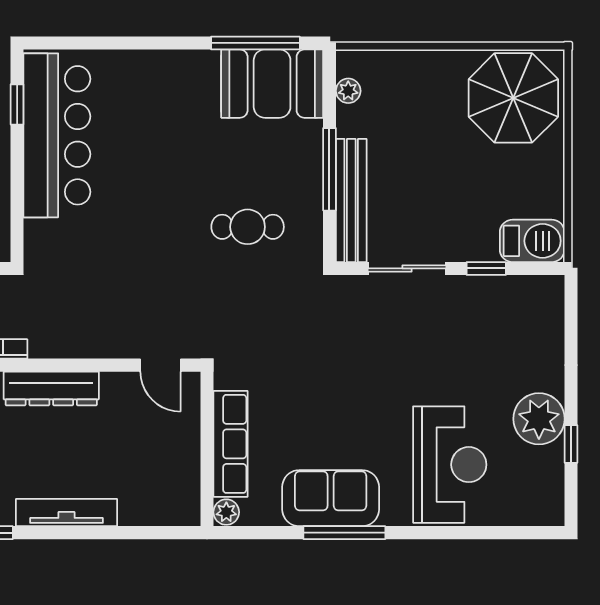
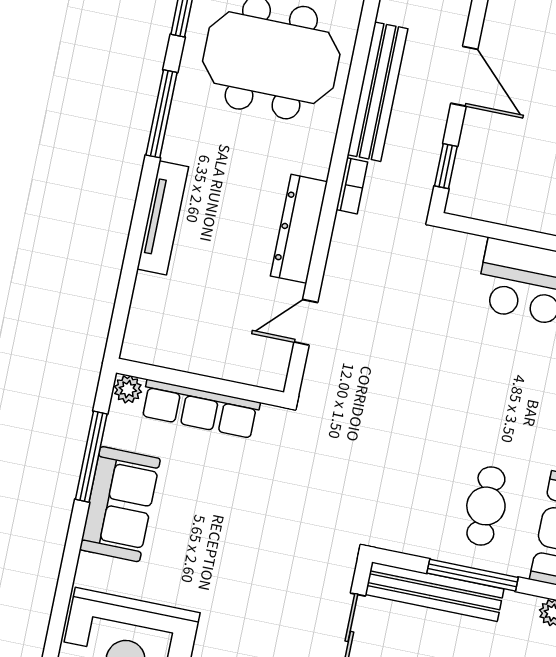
cafe table: (248, 227) -> (486, 506), moved
door: (161, 365) -> (306, 322), moved
window: (344, 533) -> (91, 457), moved

